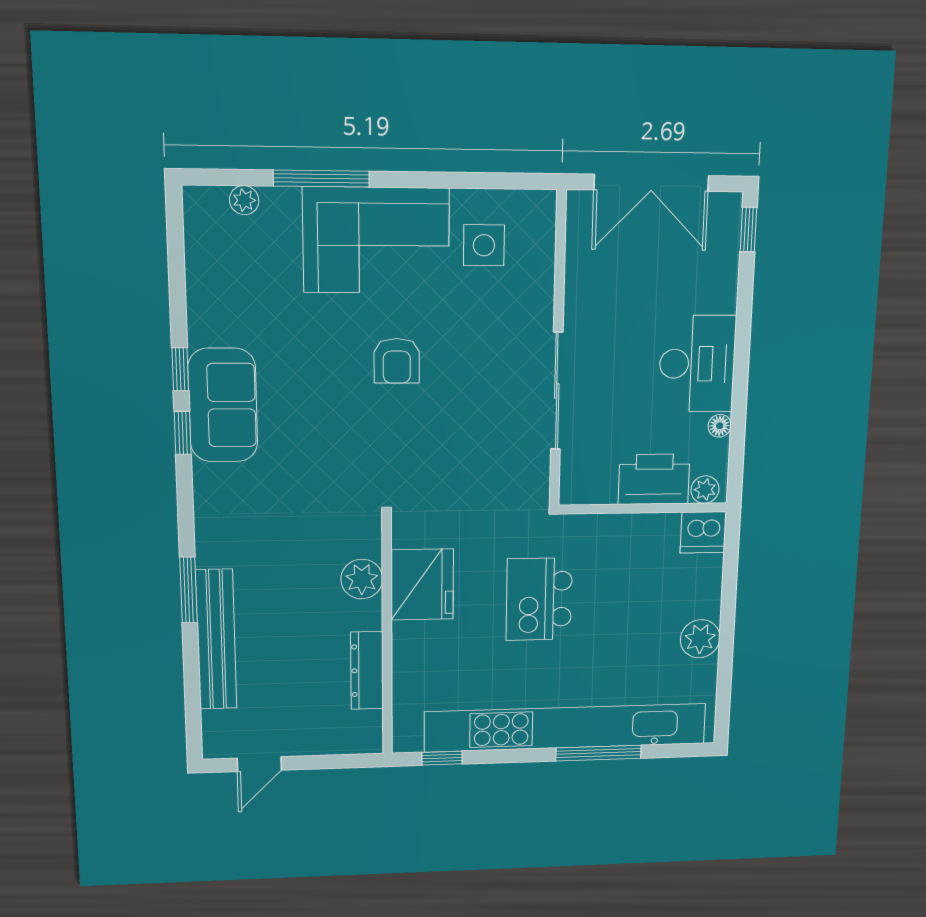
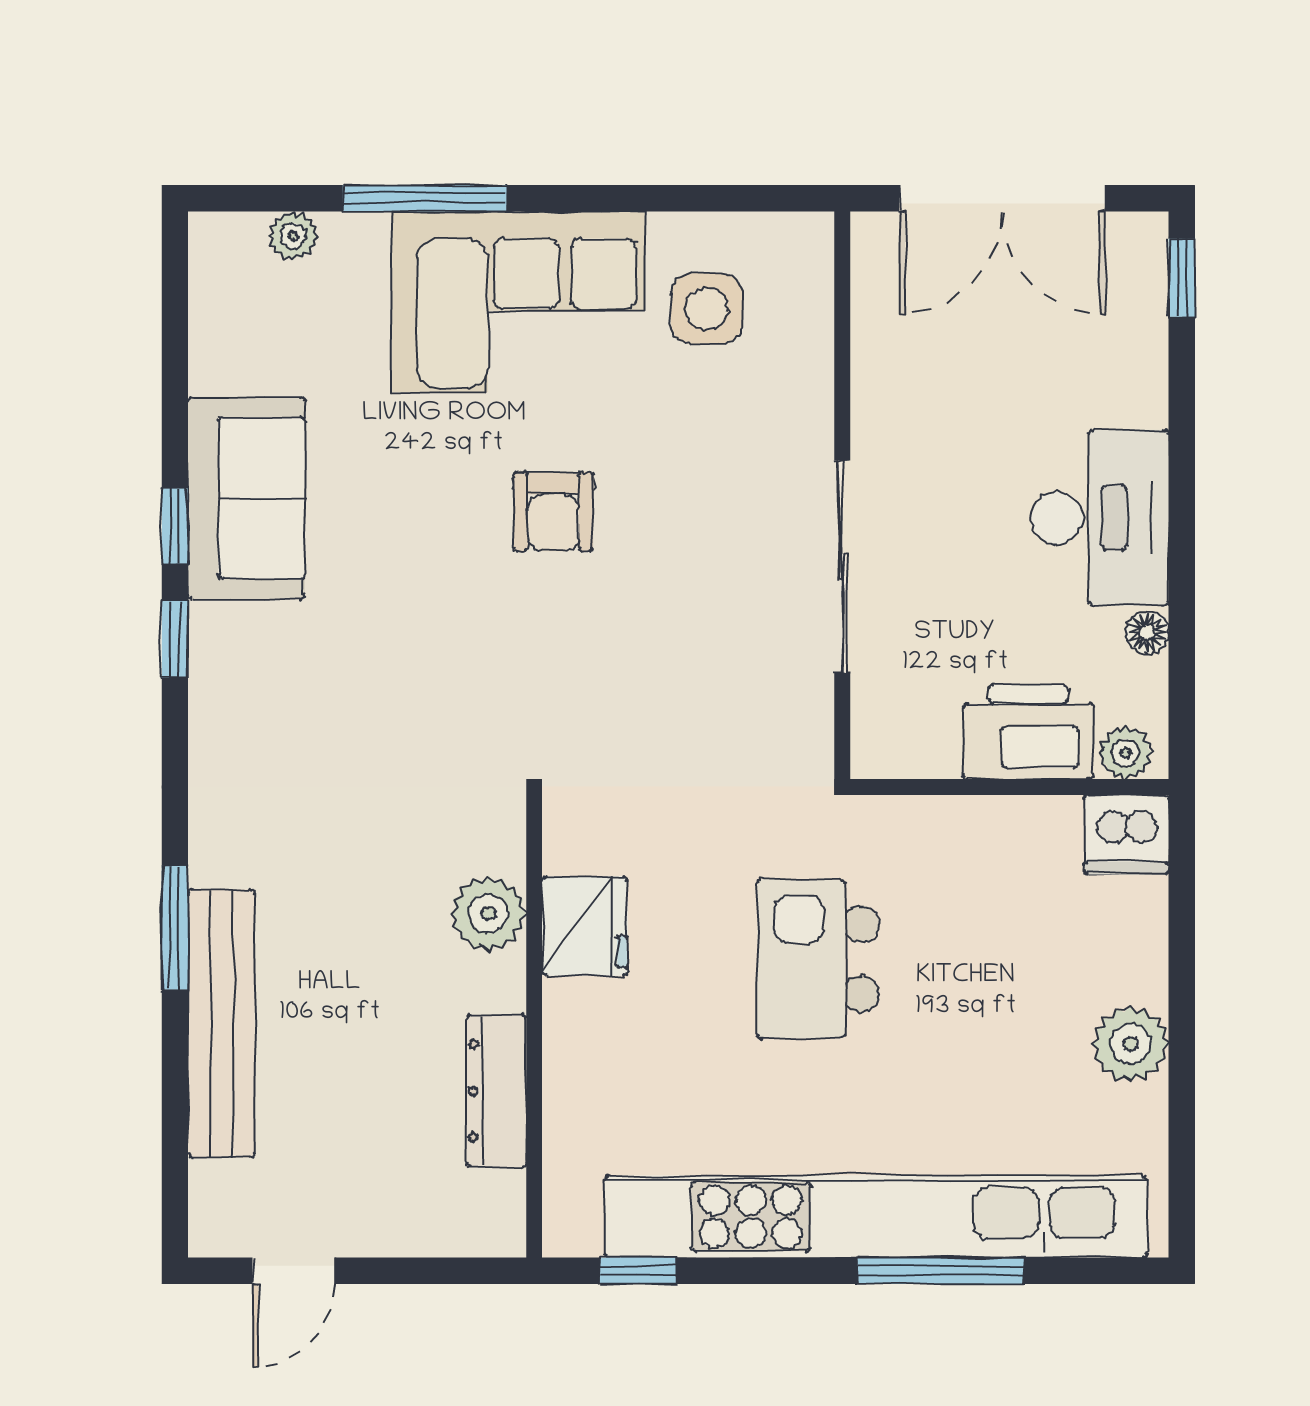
sofa: (223, 405) -> (246, 498), moved
fridge: (422, 585) -> (585, 926), width x0.73, depth x0.75

